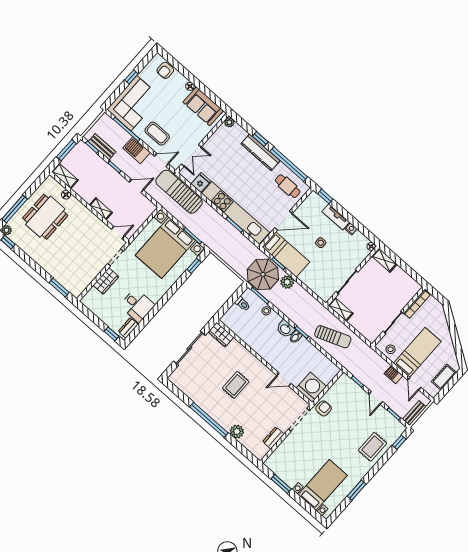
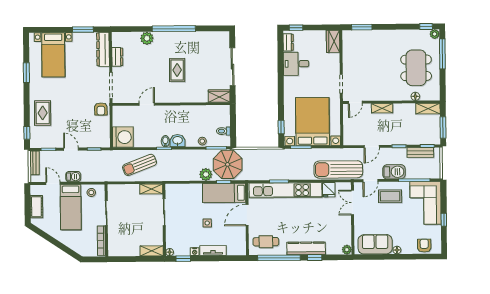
sun lounger: (179, 192) -> (338, 169), turned 180
window: (325, 196) -> (183, 259), moved
wardrobe: (106, 281) -> (333, 41), moved
washing machine: (311, 387) -> (123, 137), moved, turned -90
dresser: (279, 454) -> (103, 49), added

